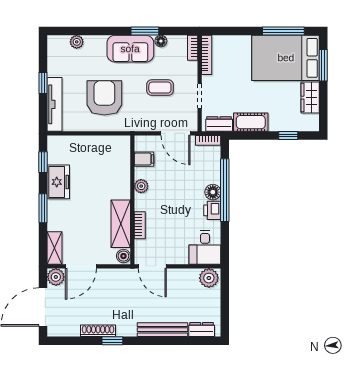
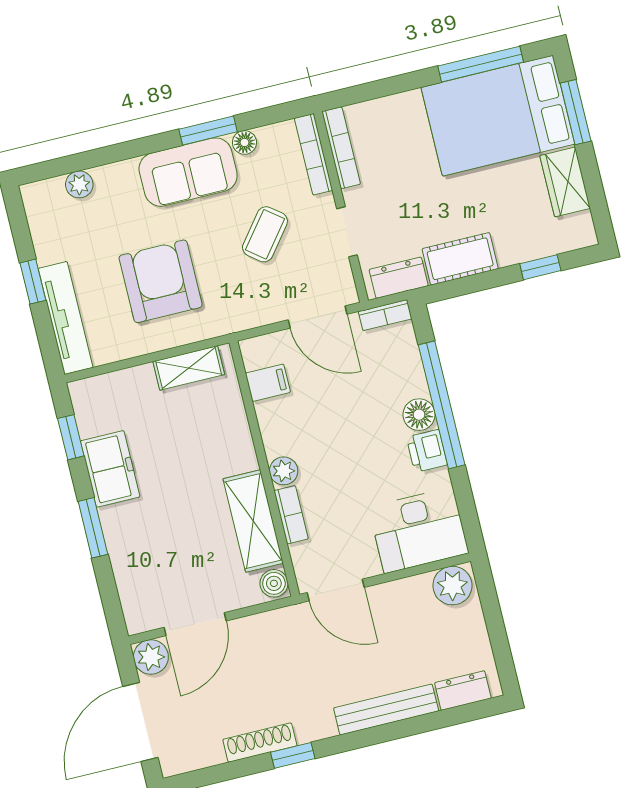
bookcase: (193, 48) -> (314, 154), width x1.56
coffee table: (160, 88) -> (265, 234), turned -52
plant: (141, 186) -> (284, 471), moved
shelving: (55, 248) -> (189, 368), moved, turned 90
desk: (205, 248) -> (419, 530), width x1.37

